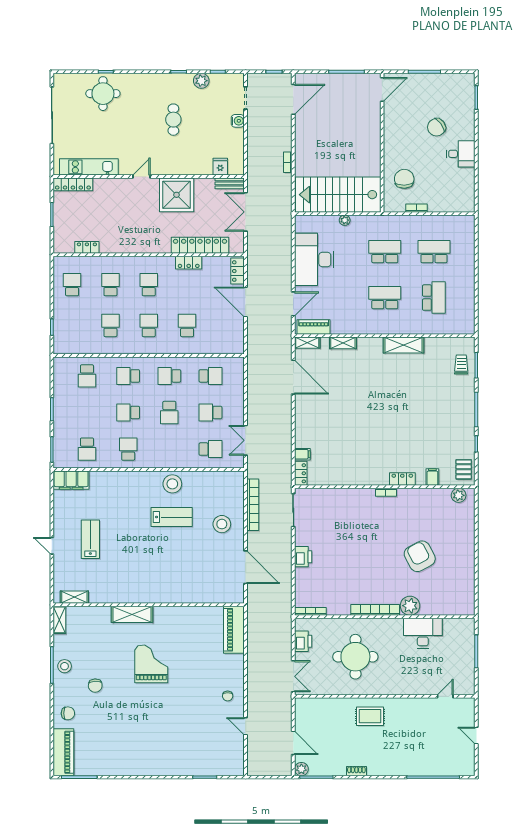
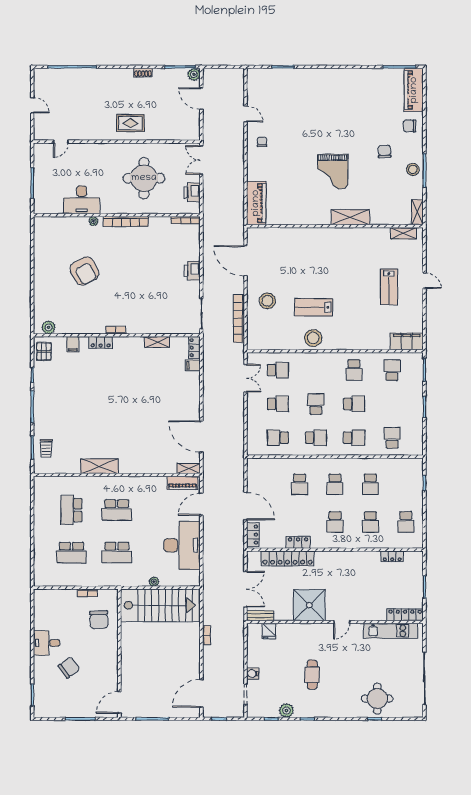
shelving: (343, 343) -> (157, 342), moved
school desk: (210, 449) -> (278, 370), turned 180
plant: (410, 606) -> (93, 221), width x0.53, depth x0.53

